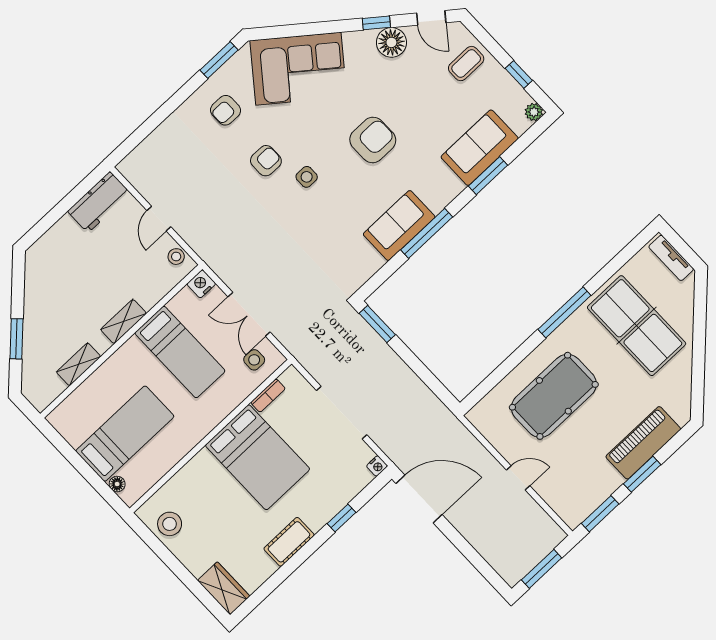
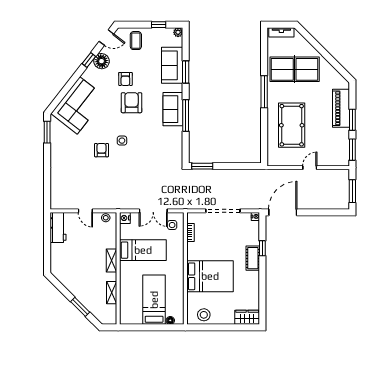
armchair: (226, 110) -> (125, 79), moved
sofa: (399, 225) -> (173, 109), moved
bed: (258, 457) -> (210, 276), moved
cot: (289, 542) -> (253, 258), moved

